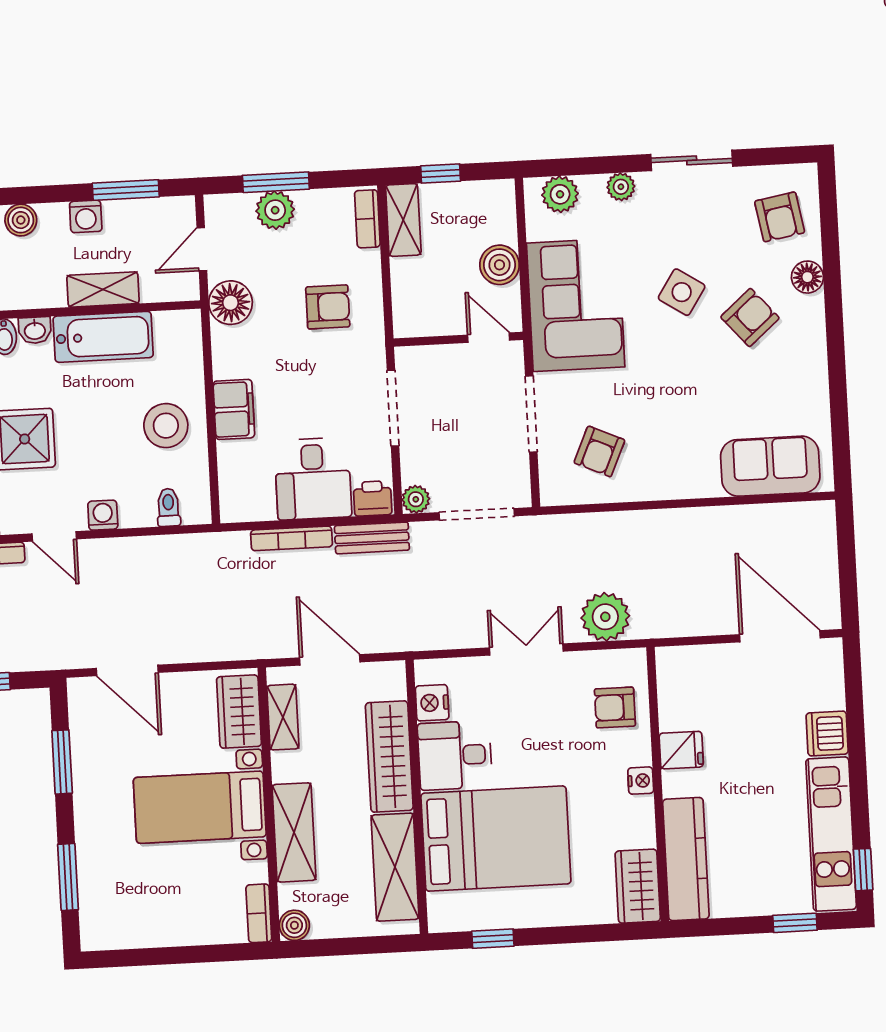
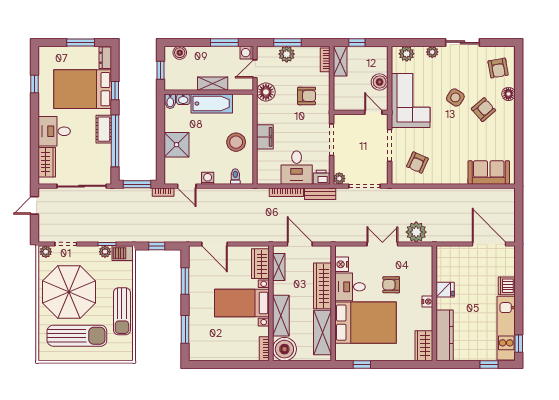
washing machine: (86, 216) -> (247, 53), moved, turned 90
armchair: (615, 707) -> (391, 285), moved
boiler: (294, 925) -> (284, 349), width x1.86, depth x1.86

